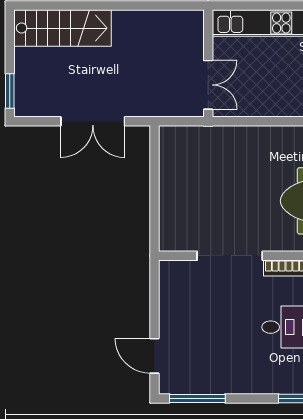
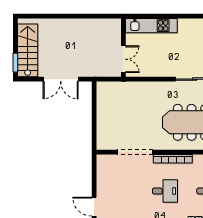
stairs: (62, 28) -> (28, 50), moved, turned -90

